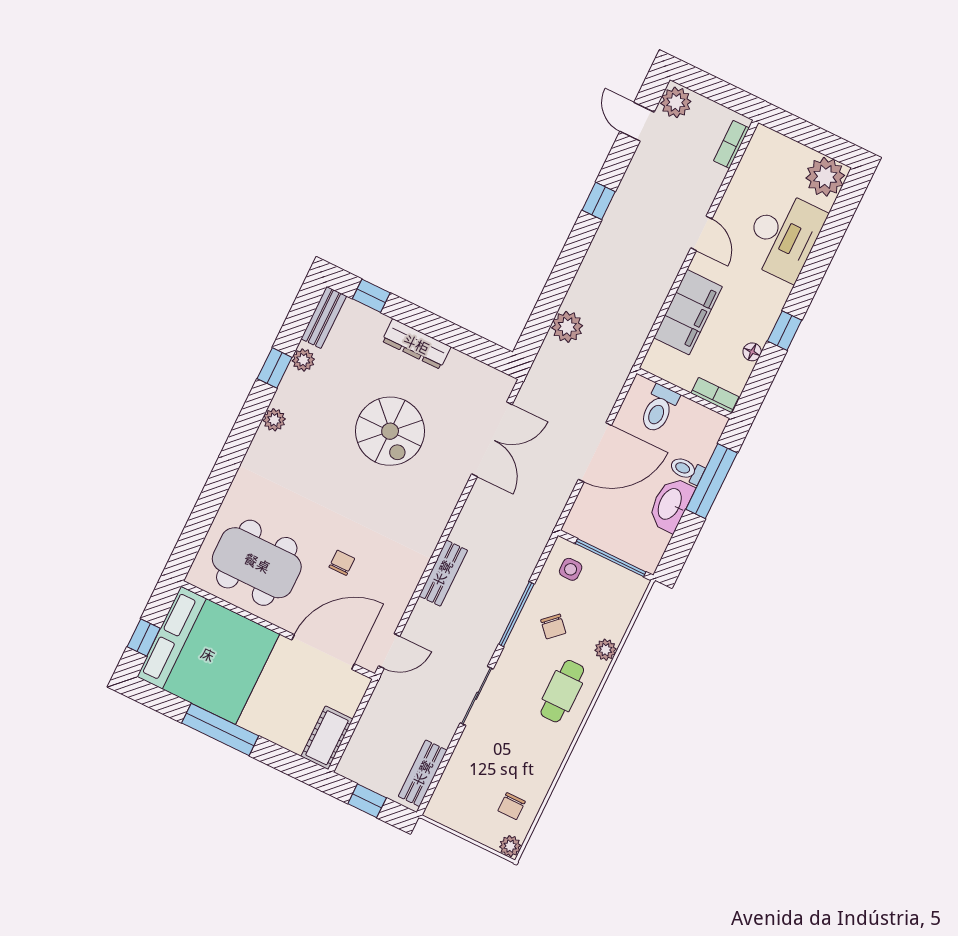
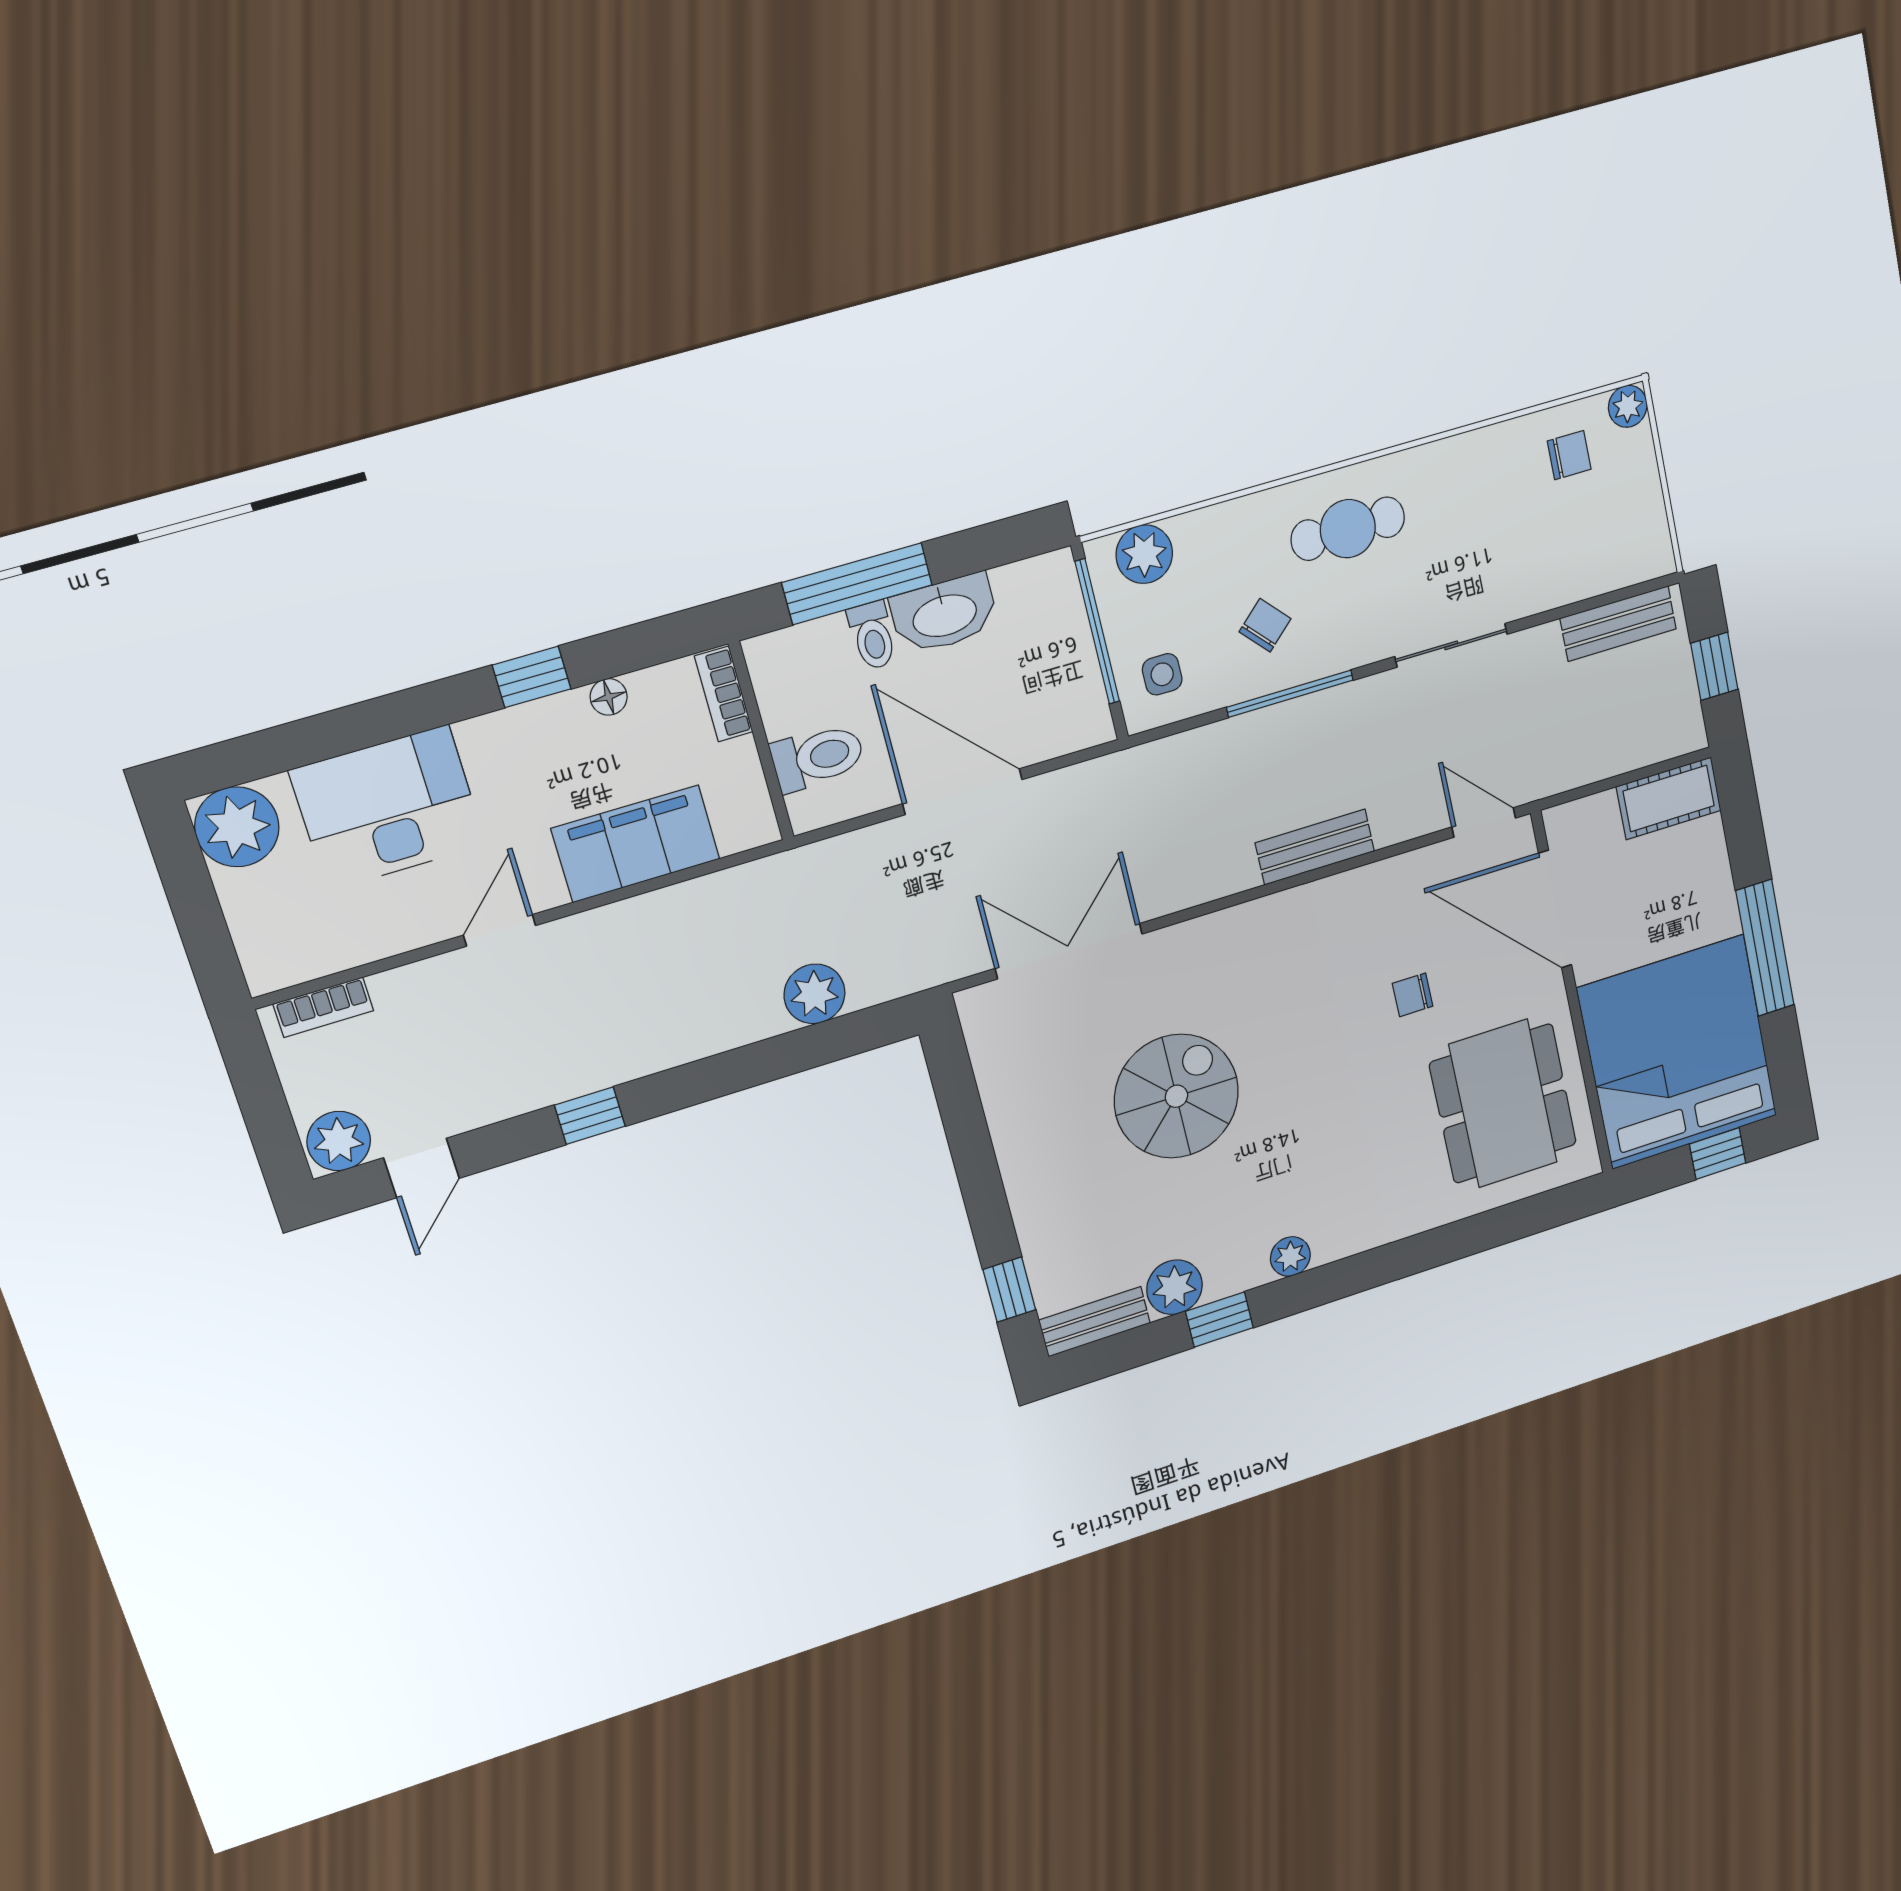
dresser: (416, 344) -> (1024, 1172), removed
plant: (303, 360) -> (1175, 1287), width x1.38, depth x1.38
plant: (605, 650) -> (1144, 554), moved, width x1.38, depth x1.38

